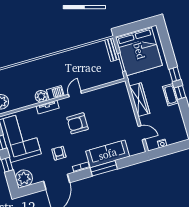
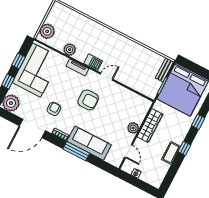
window: (175, 74) -> (198, 122), moved
cot: (171, 95) -> (171, 153), moved
plant: (41, 96) -> (70, 50), moved
plant: (129, 113) -> (133, 128), added
armchair: (78, 123) -> (88, 100), turned 180

